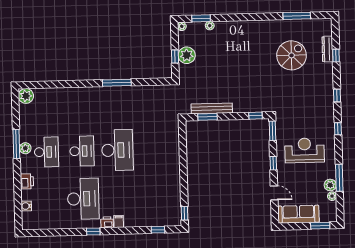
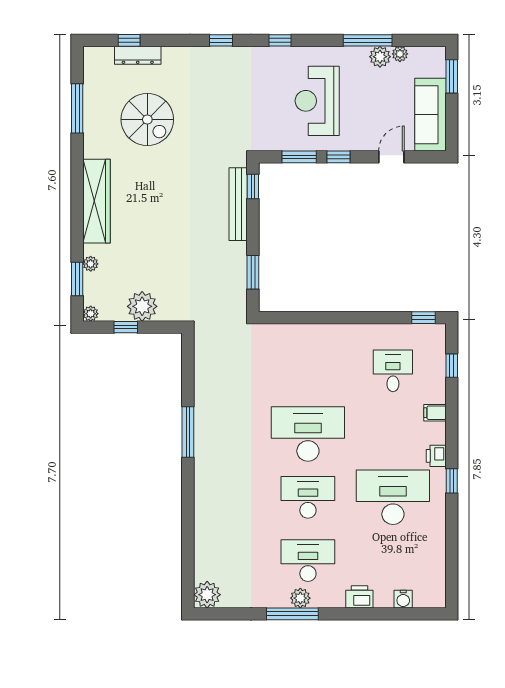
wardrobe: (245, 28) -> (96, 201), added
spiral stairs: (292, 55) -> (147, 120), turned 180
window: (175, 56) -> (126, 327), moved
window: (336, 56) -> (129, 40), moved
bench: (212, 108) -> (238, 204), moved
window: (272, 131) -> (299, 157), moved
desk: (154, 197) -> (393, 371), added
filing cabinet: (119, 221) -> (435, 413), moved

